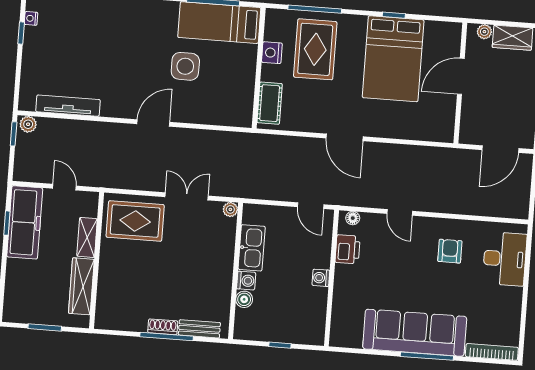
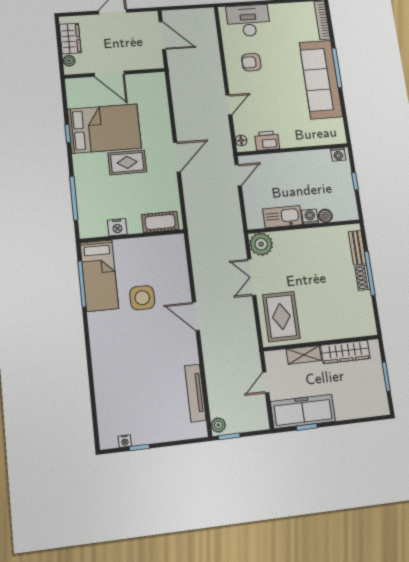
rug: (315, 49) -> (127, 162), moved, width x0.73, depth x0.70
plant: (230, 209) -> (261, 244), width x1.87, depth x1.87
washing machine: (321, 278) -> (338, 154), moved

